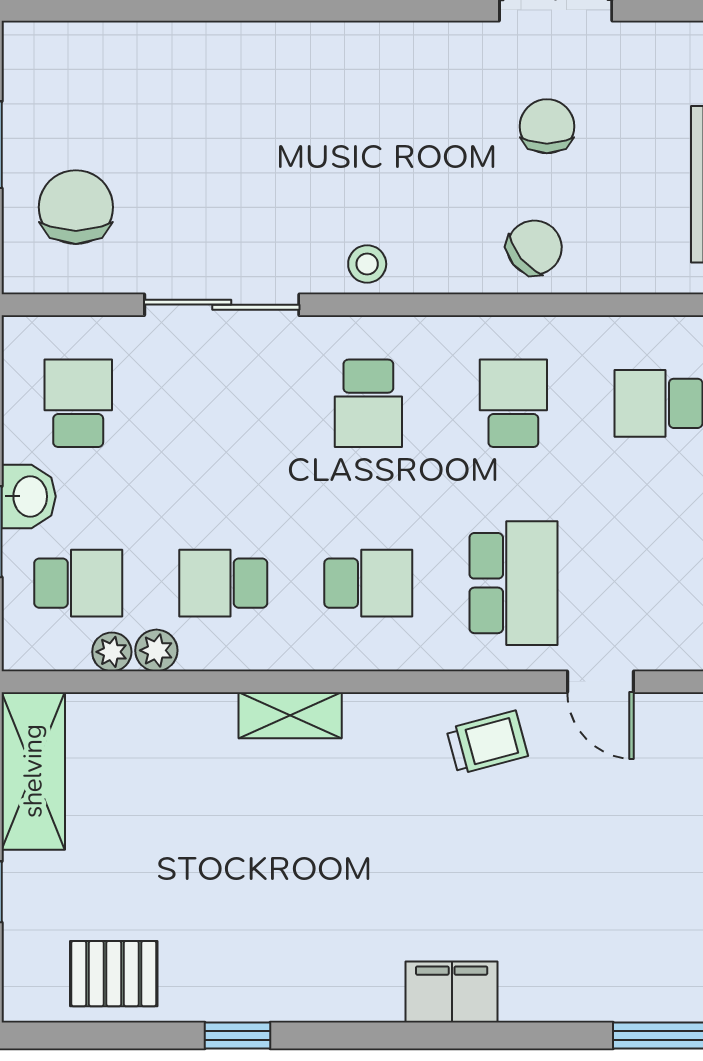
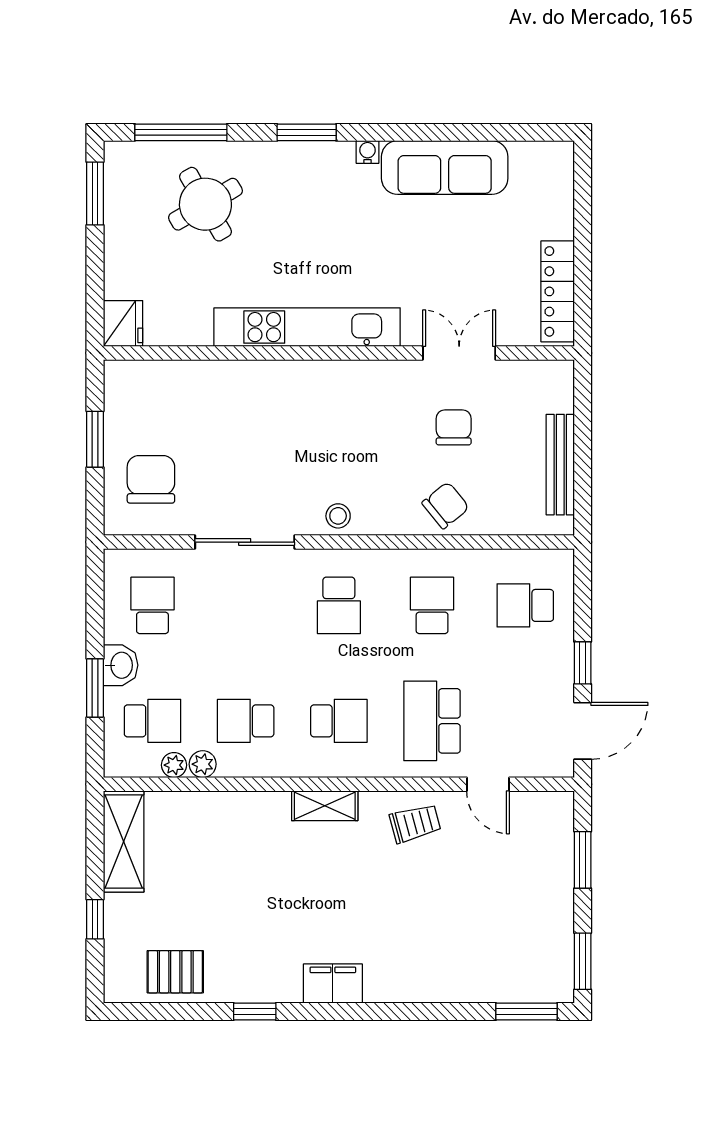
school desk: (513, 583) -> (432, 721), turned 180
shelving: (290, 715) -> (325, 806), moved
filing cabinet: (452, 992) -> (333, 984), moved

